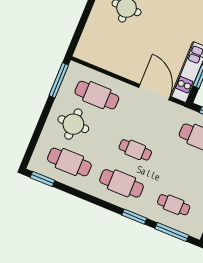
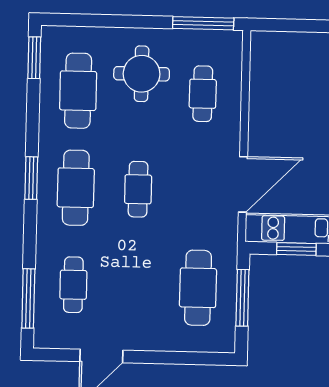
cafe table: (97, 95) -> (203, 94), width x0.73, depth x0.74
window: (134, 217) -> (31, 178), moved

